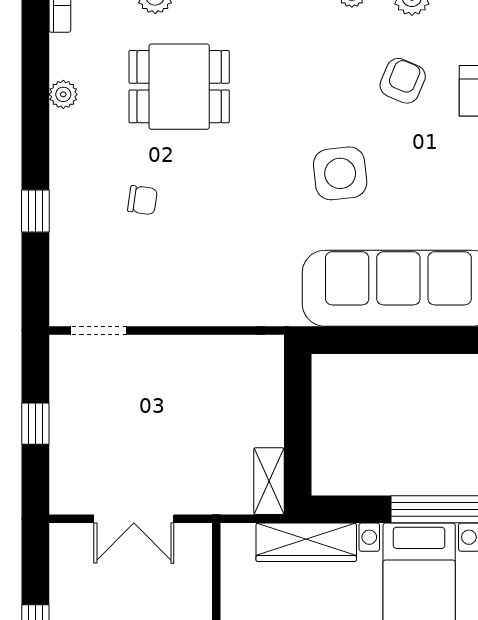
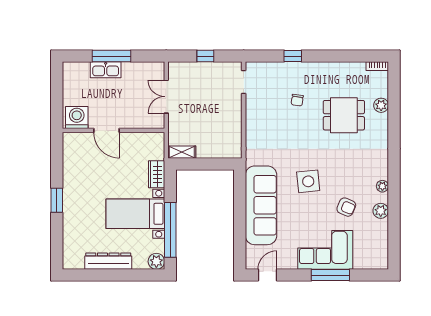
dining table: (179, 87) -> (344, 115), turned 90
plant: (63, 94) -> (341, 68), removed
wardrobe: (306, 542) -> (157, 174), width x0.67

